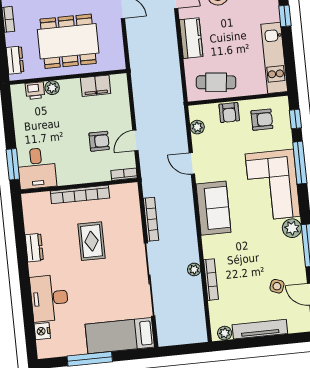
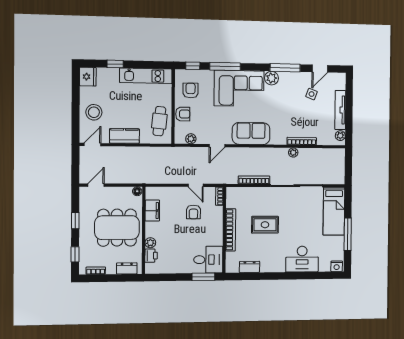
dining table: (68, 41) -> (117, 228), turned 90
floor lamp: (119, 63) -> (137, 191), added
armchair: (99, 141) -> (193, 212), turned 180
dresser: (34, 248) -> (250, 267), moved
nightstand: (42, 331) -> (337, 266), moved

